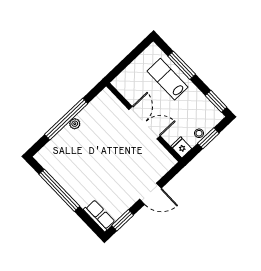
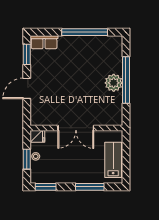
lab bench: (167, 79) -> (113, 160), moved, turned -90
plant: (75, 124) -> (114, 83), width x1.88, depth x1.88

